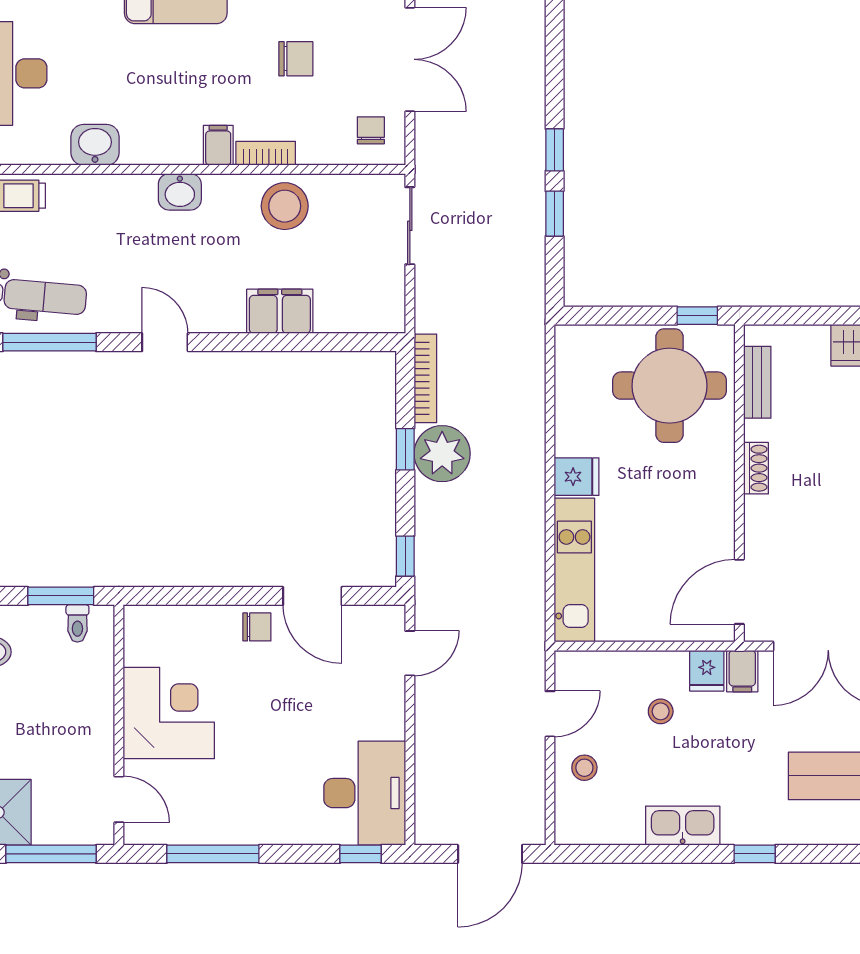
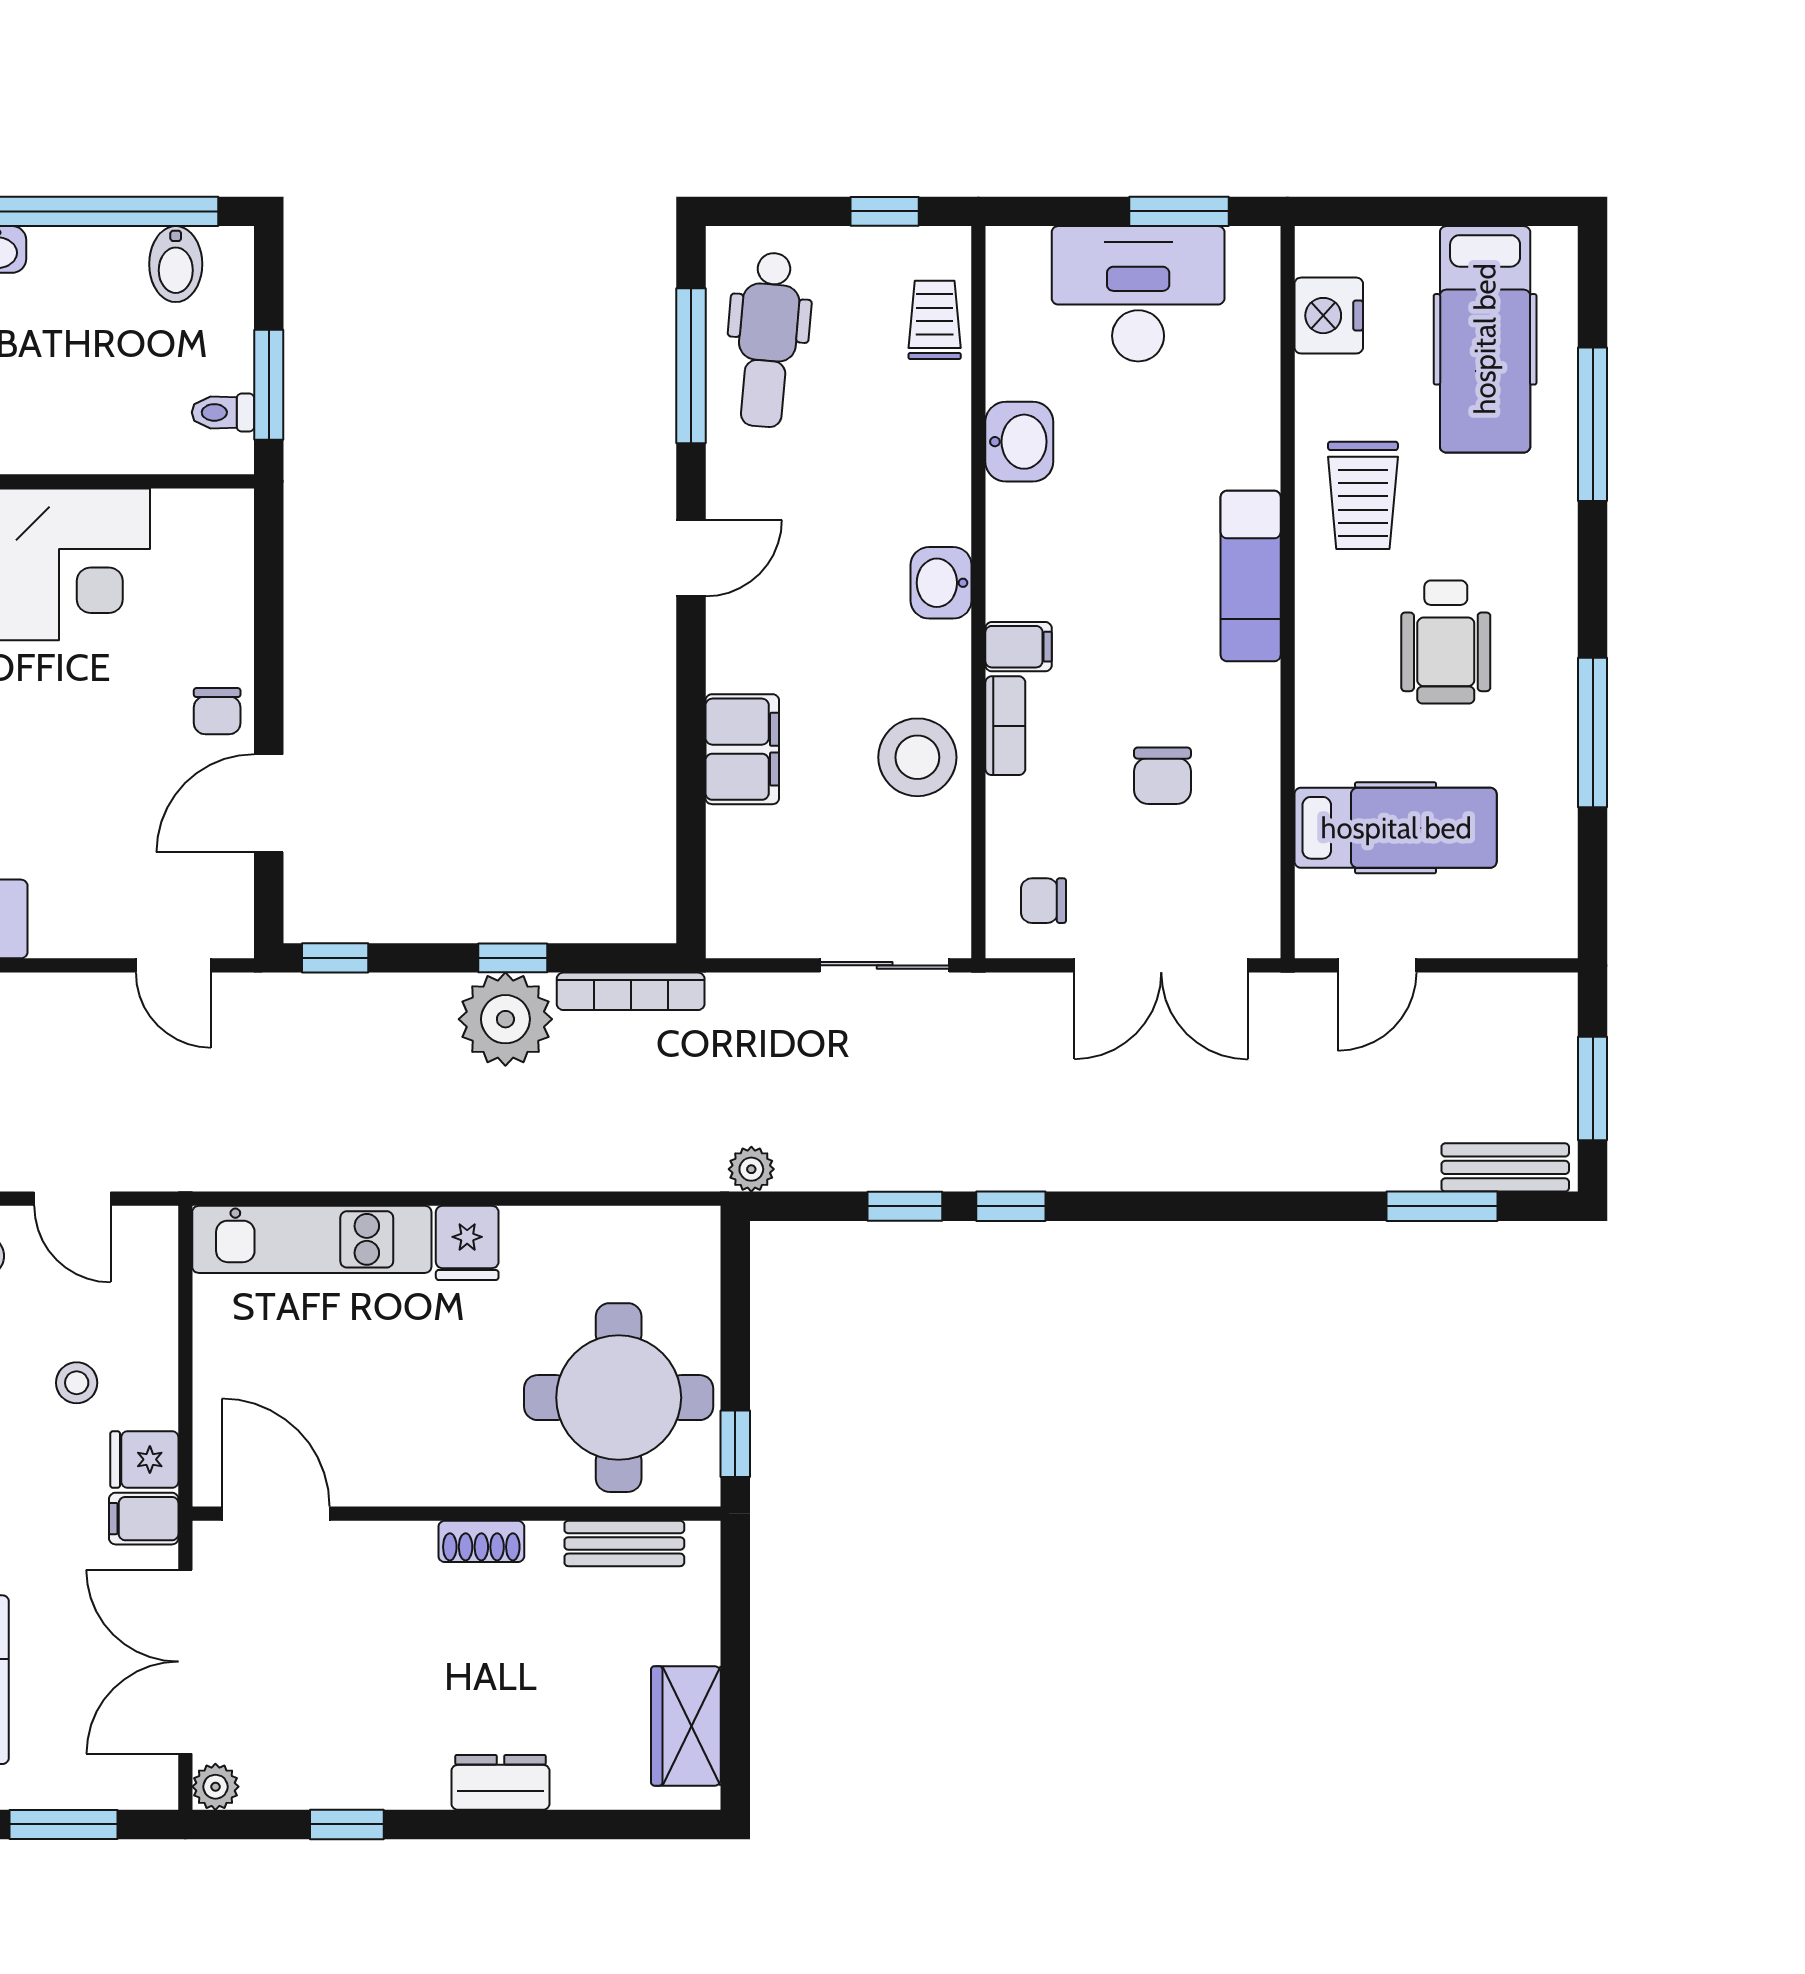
chair: (371, 130) -> (1043, 901), turned 180
plant: (532, 306) -> (751, 1169), added

